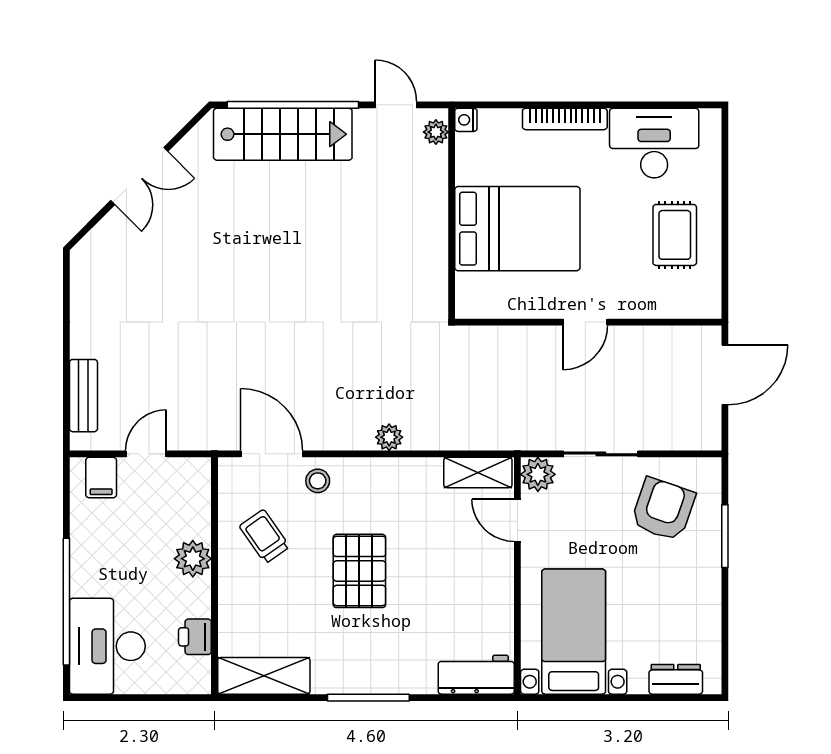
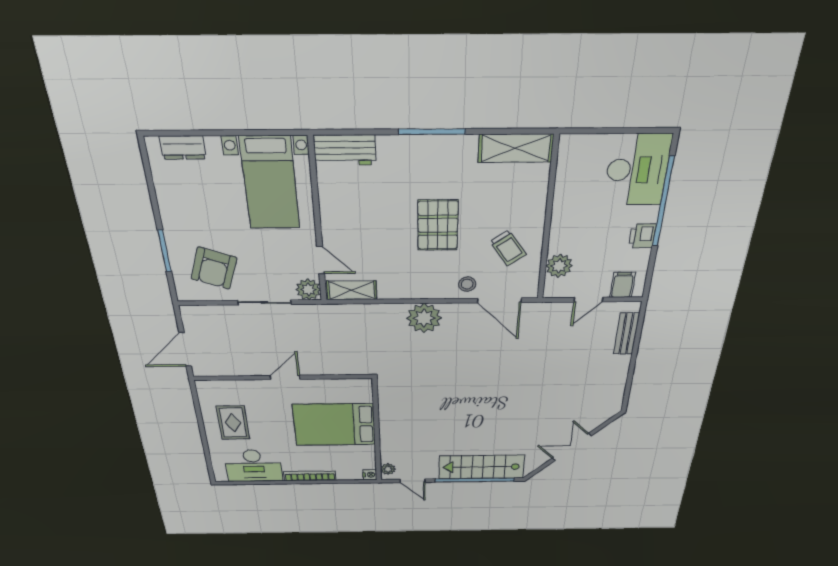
plant: (389, 437) -> (424, 318), width x1.88, depth x1.88
plant: (193, 559) -> (559, 266), moved
printer: (195, 637) -> (642, 236), moved, turned 180

